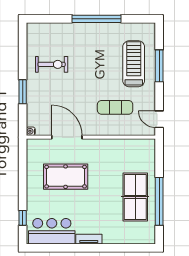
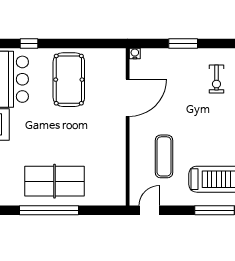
exercise bike: (52, 64) -> (216, 79), width x0.73, depth x0.72
pool table: (66, 177) -> (69, 80), moved

